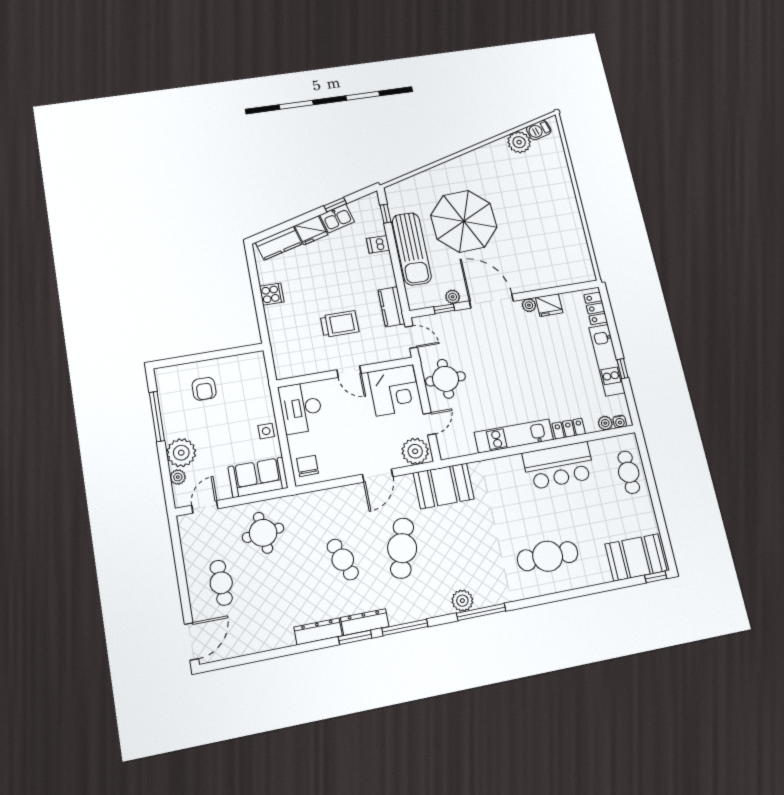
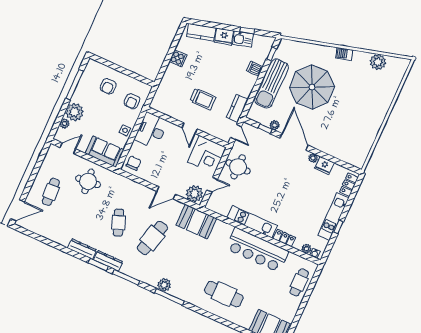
barbecue: (539, 130) -> (344, 54), moved
armchair: (249, 387) -> (132, 101), added
bar counter: (559, 466) -> (257, 250), width x1.36

